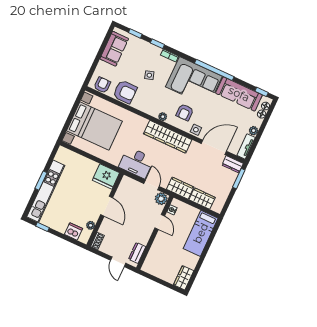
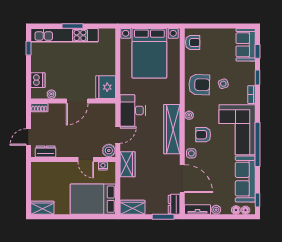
sofa: (114, 49) -> (246, 45), moved, turned 90
armchair: (125, 92) -> (199, 85), moved, turned -88
wardrobe: (202, 199) -> (132, 207), moved, turned -90
door: (160, 222) -> (86, 160), hinge flipped
bed: (201, 233) -> (93, 199), width x1.50

